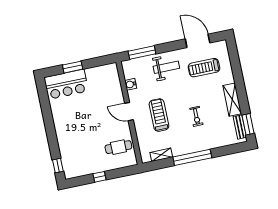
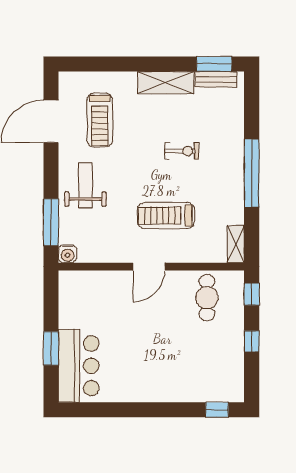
water cooler: (131, 84) -> (68, 254), moved
shelving: (161, 155) -> (236, 244), moved
window: (126, 171) -> (252, 294), added

